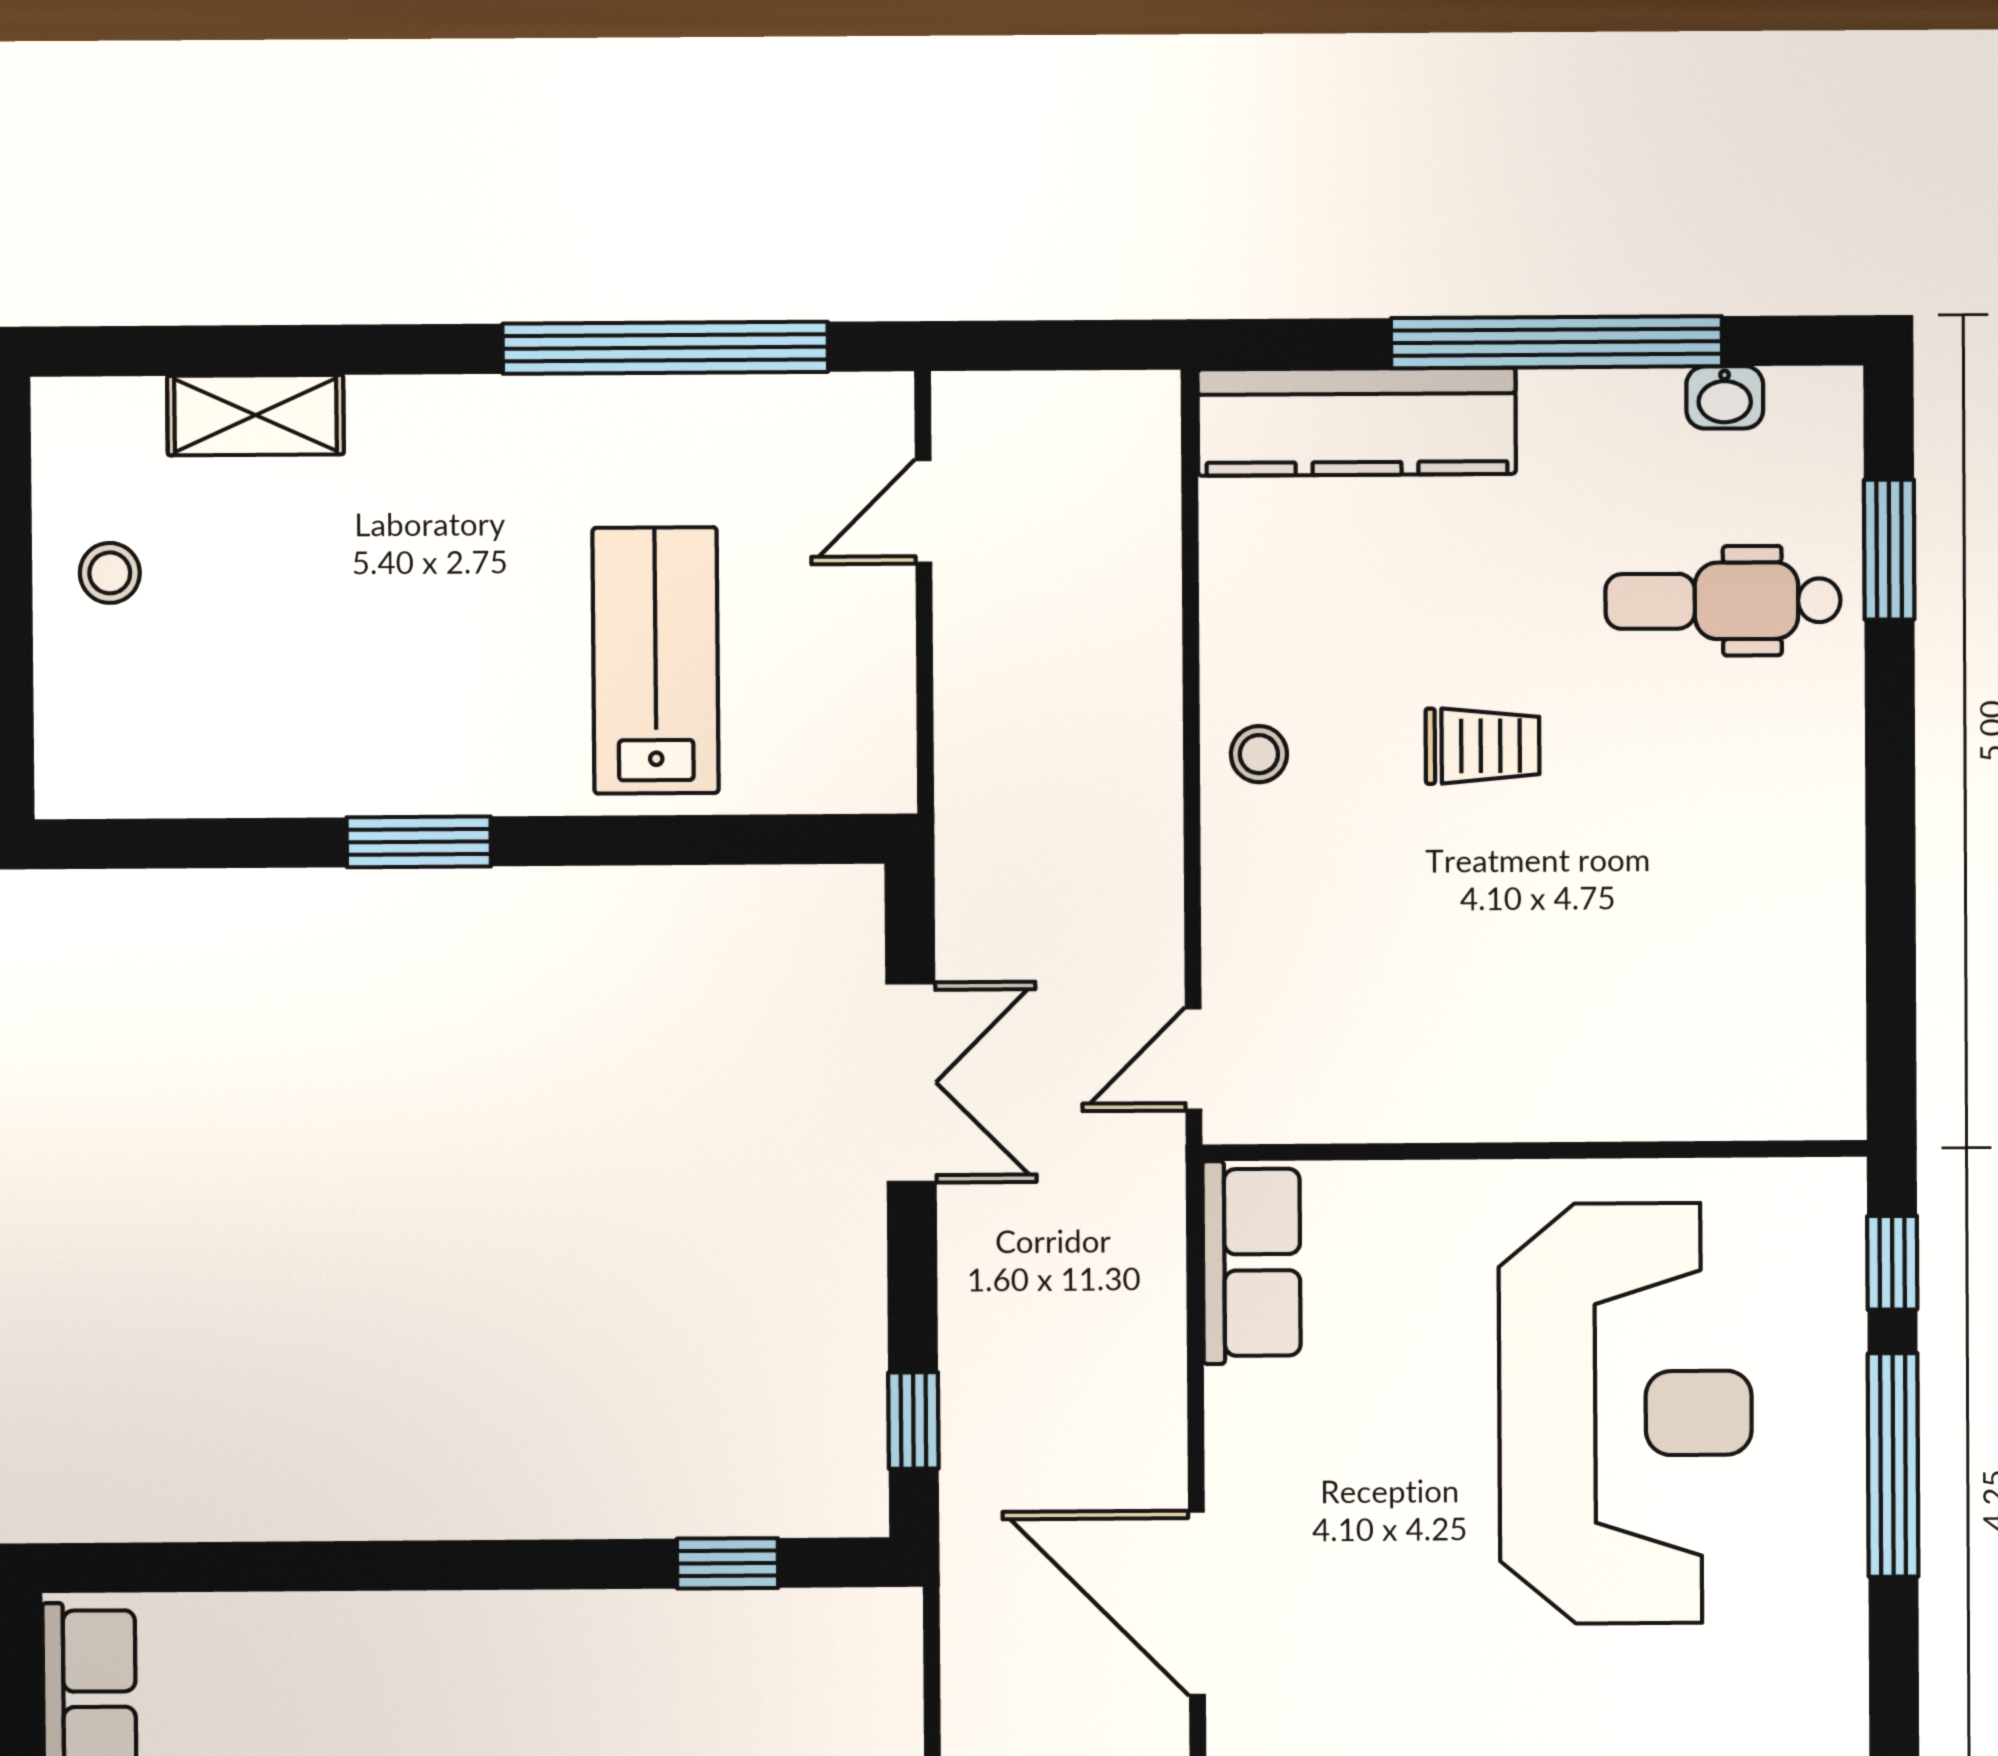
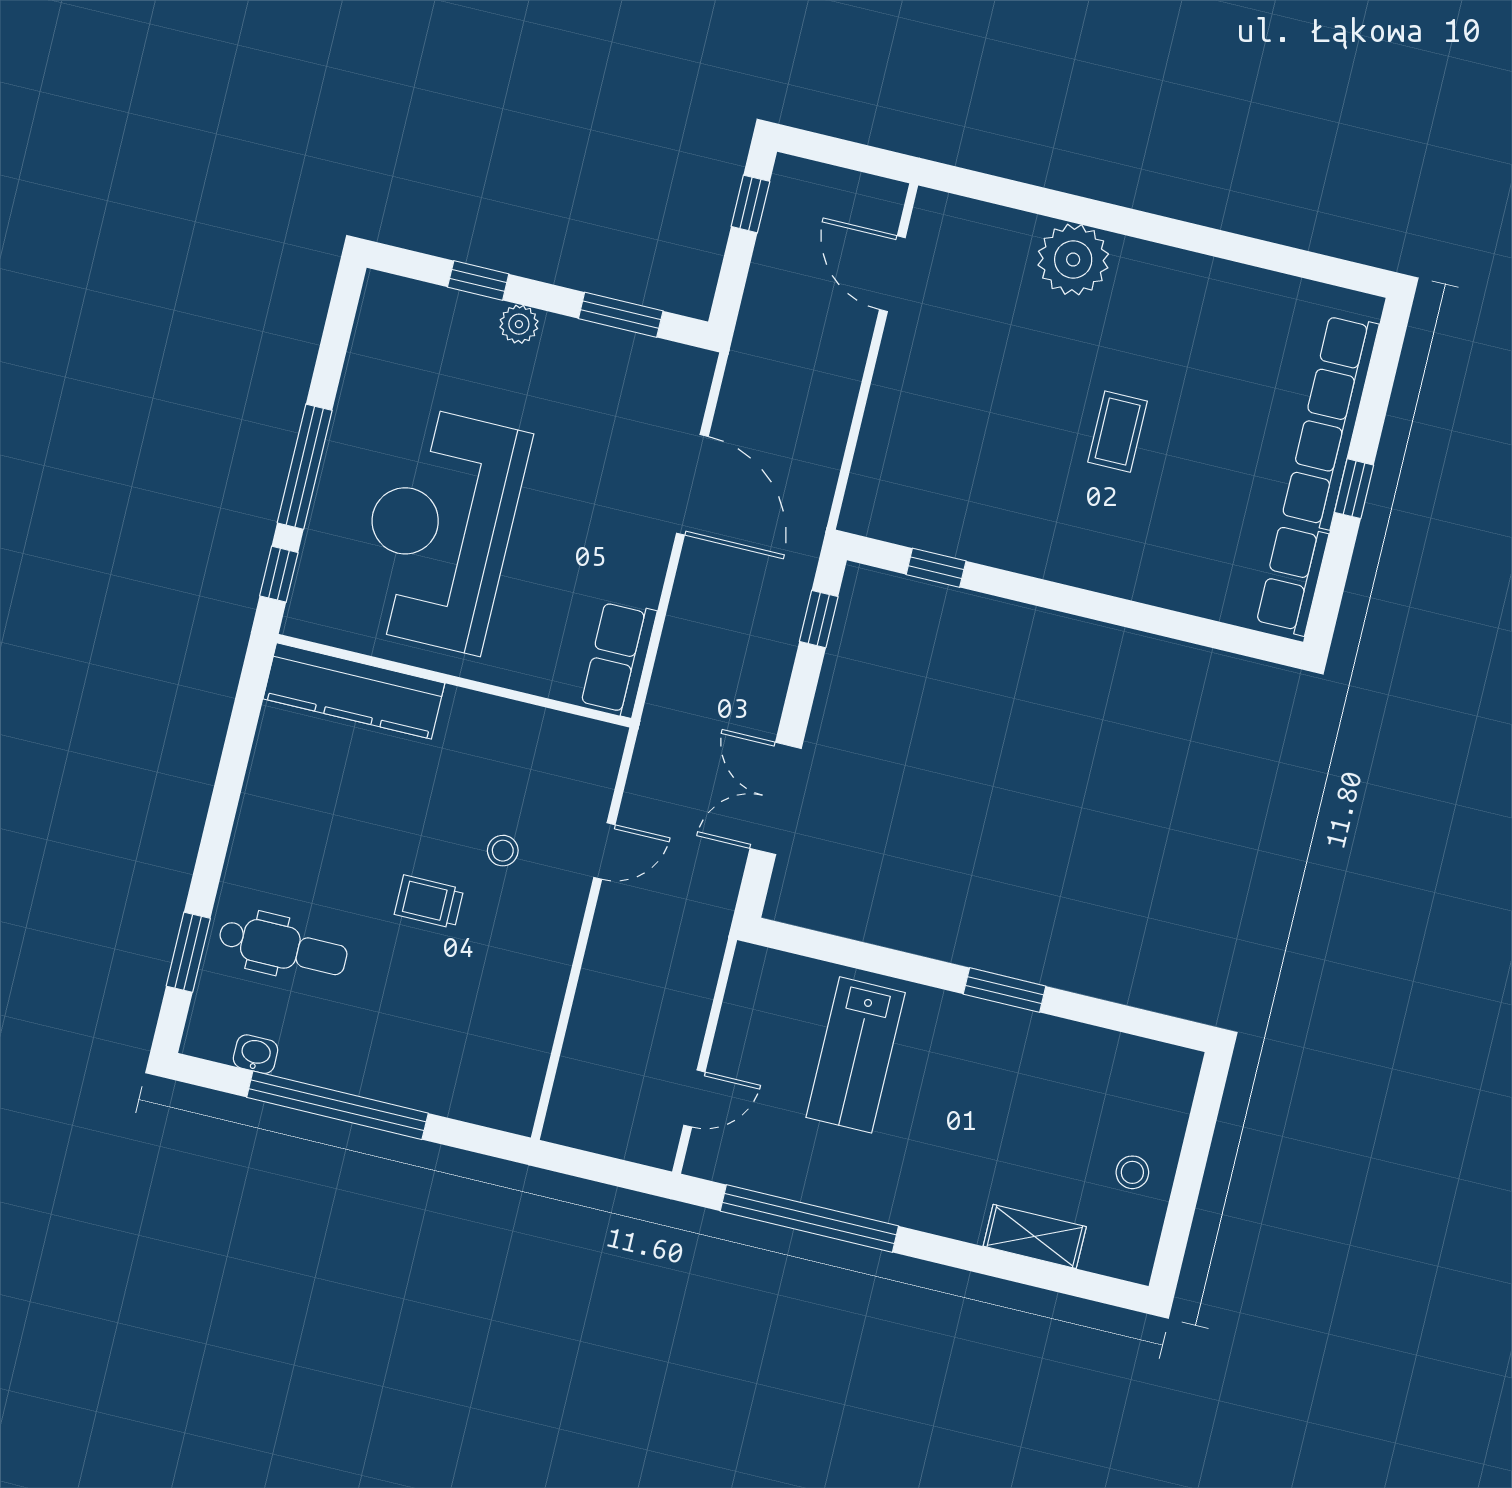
kitchen counter: (1357, 422) -> (354, 691), moved, turned 180
stool: (1259, 754) -> (503, 851), moved
door: (1193, 1059) -> (604, 851), moved

